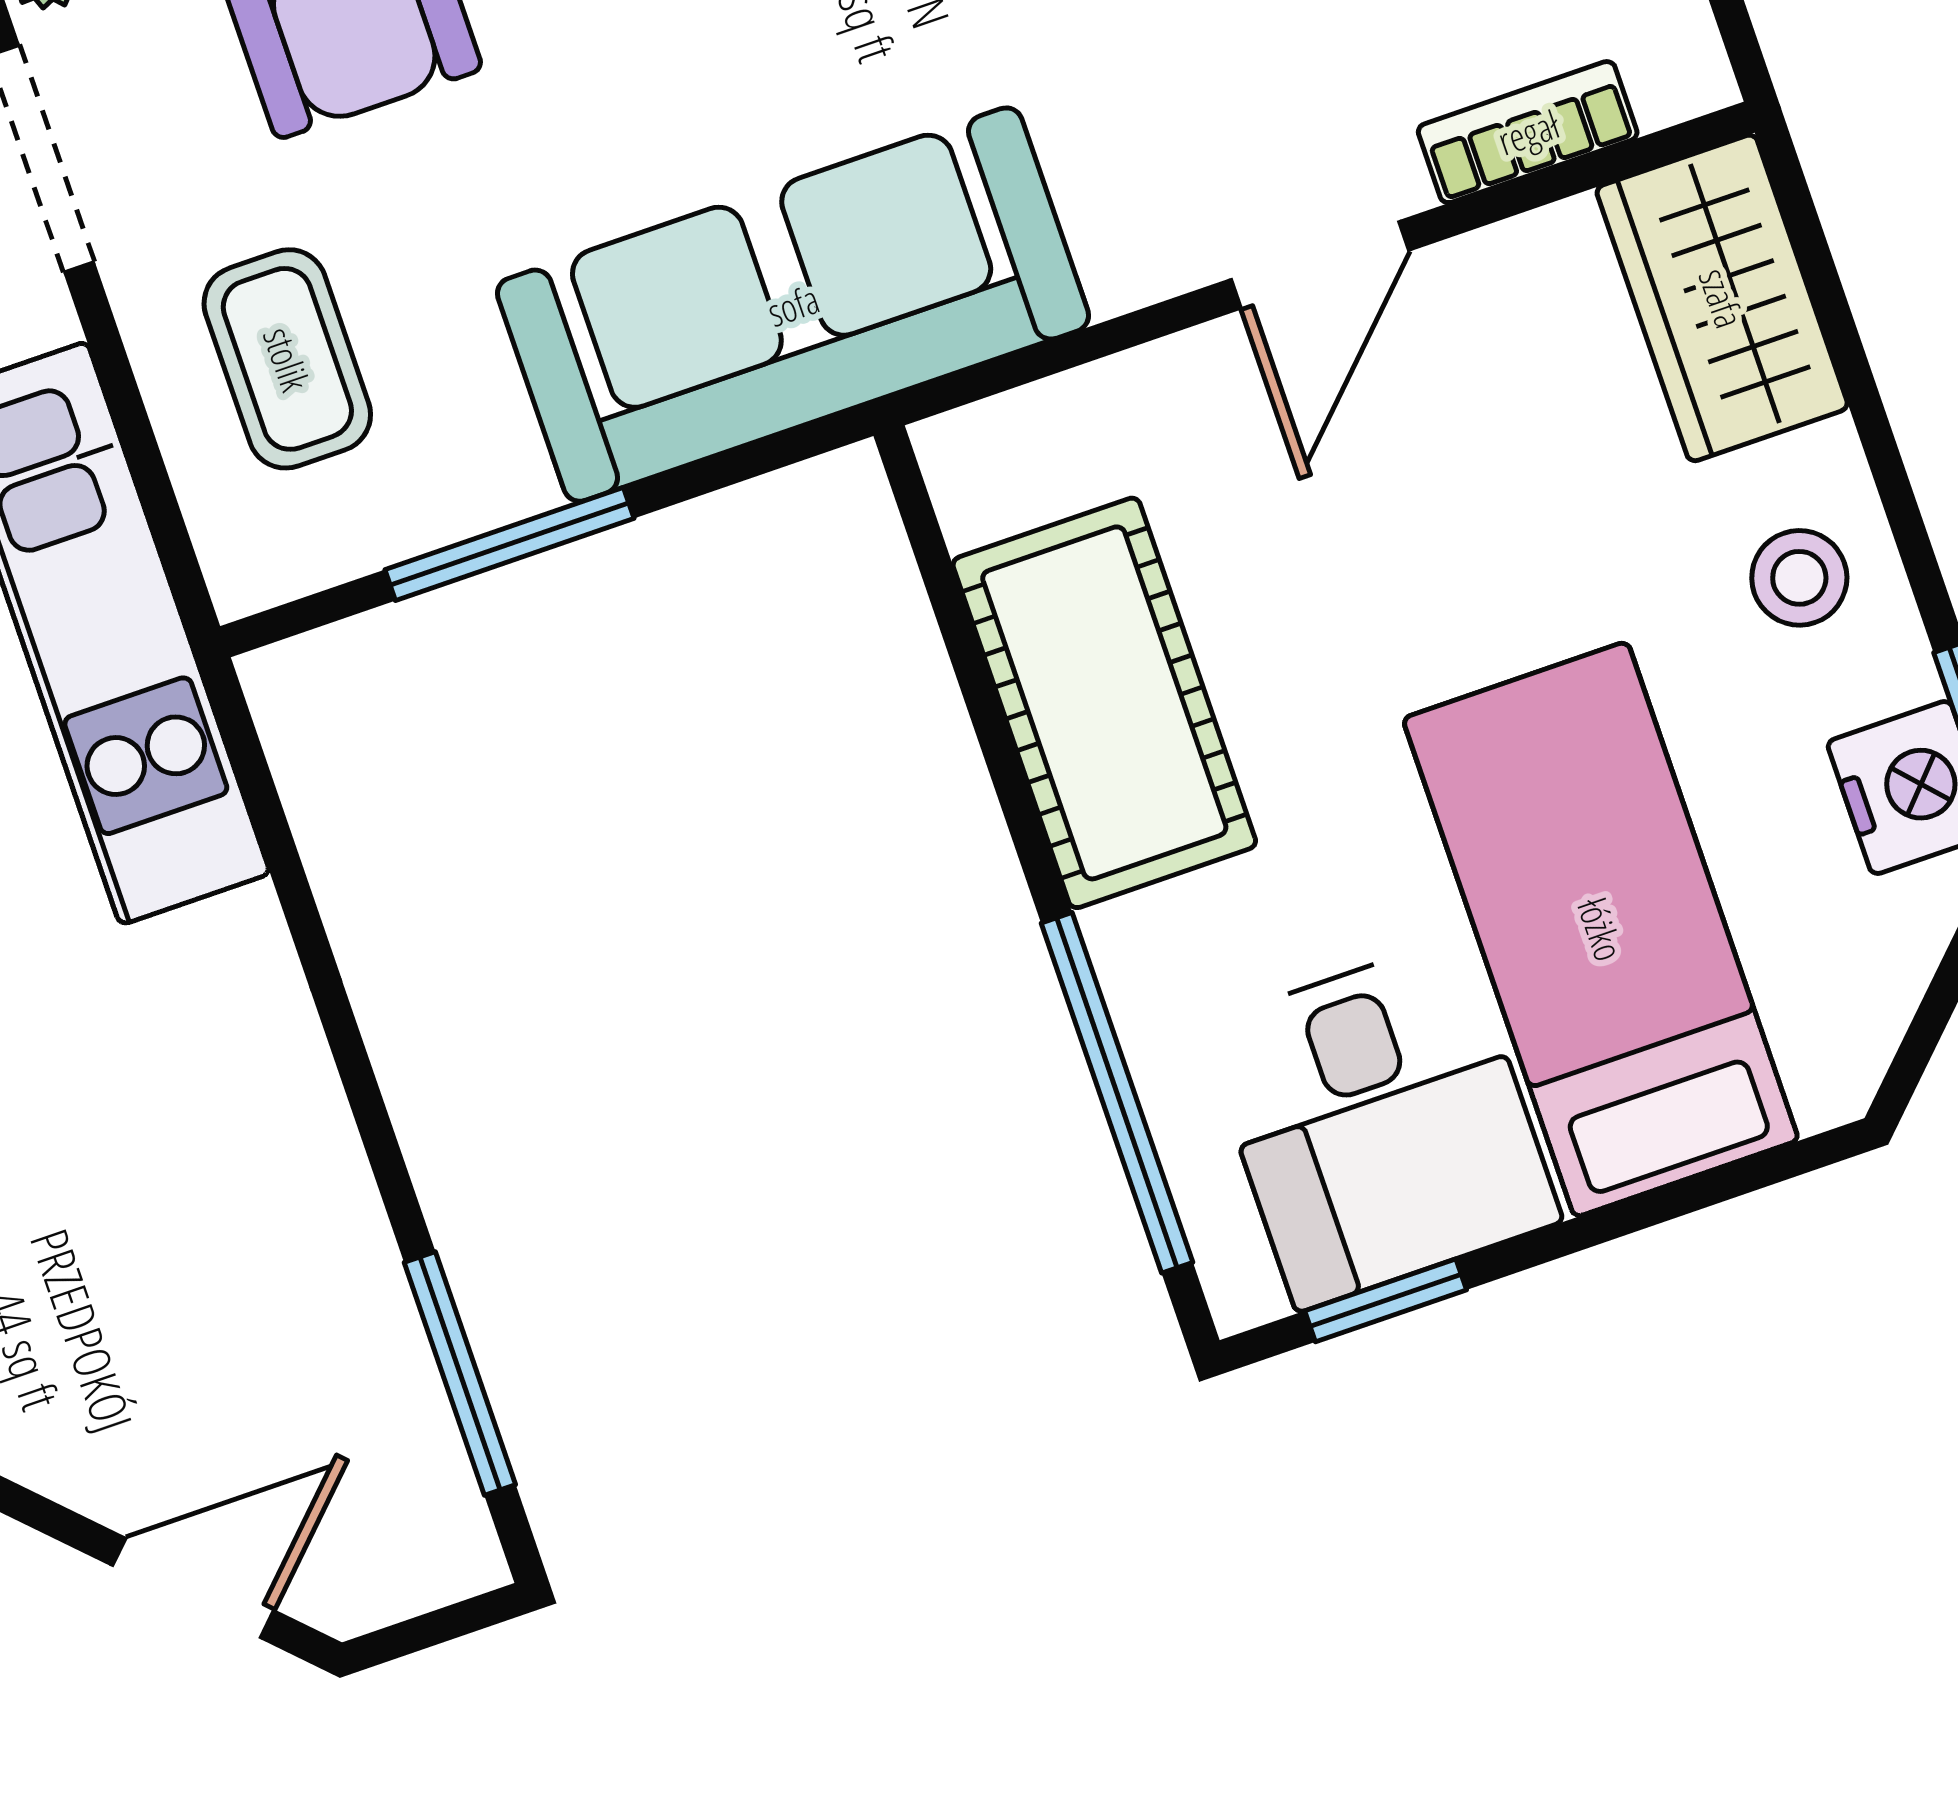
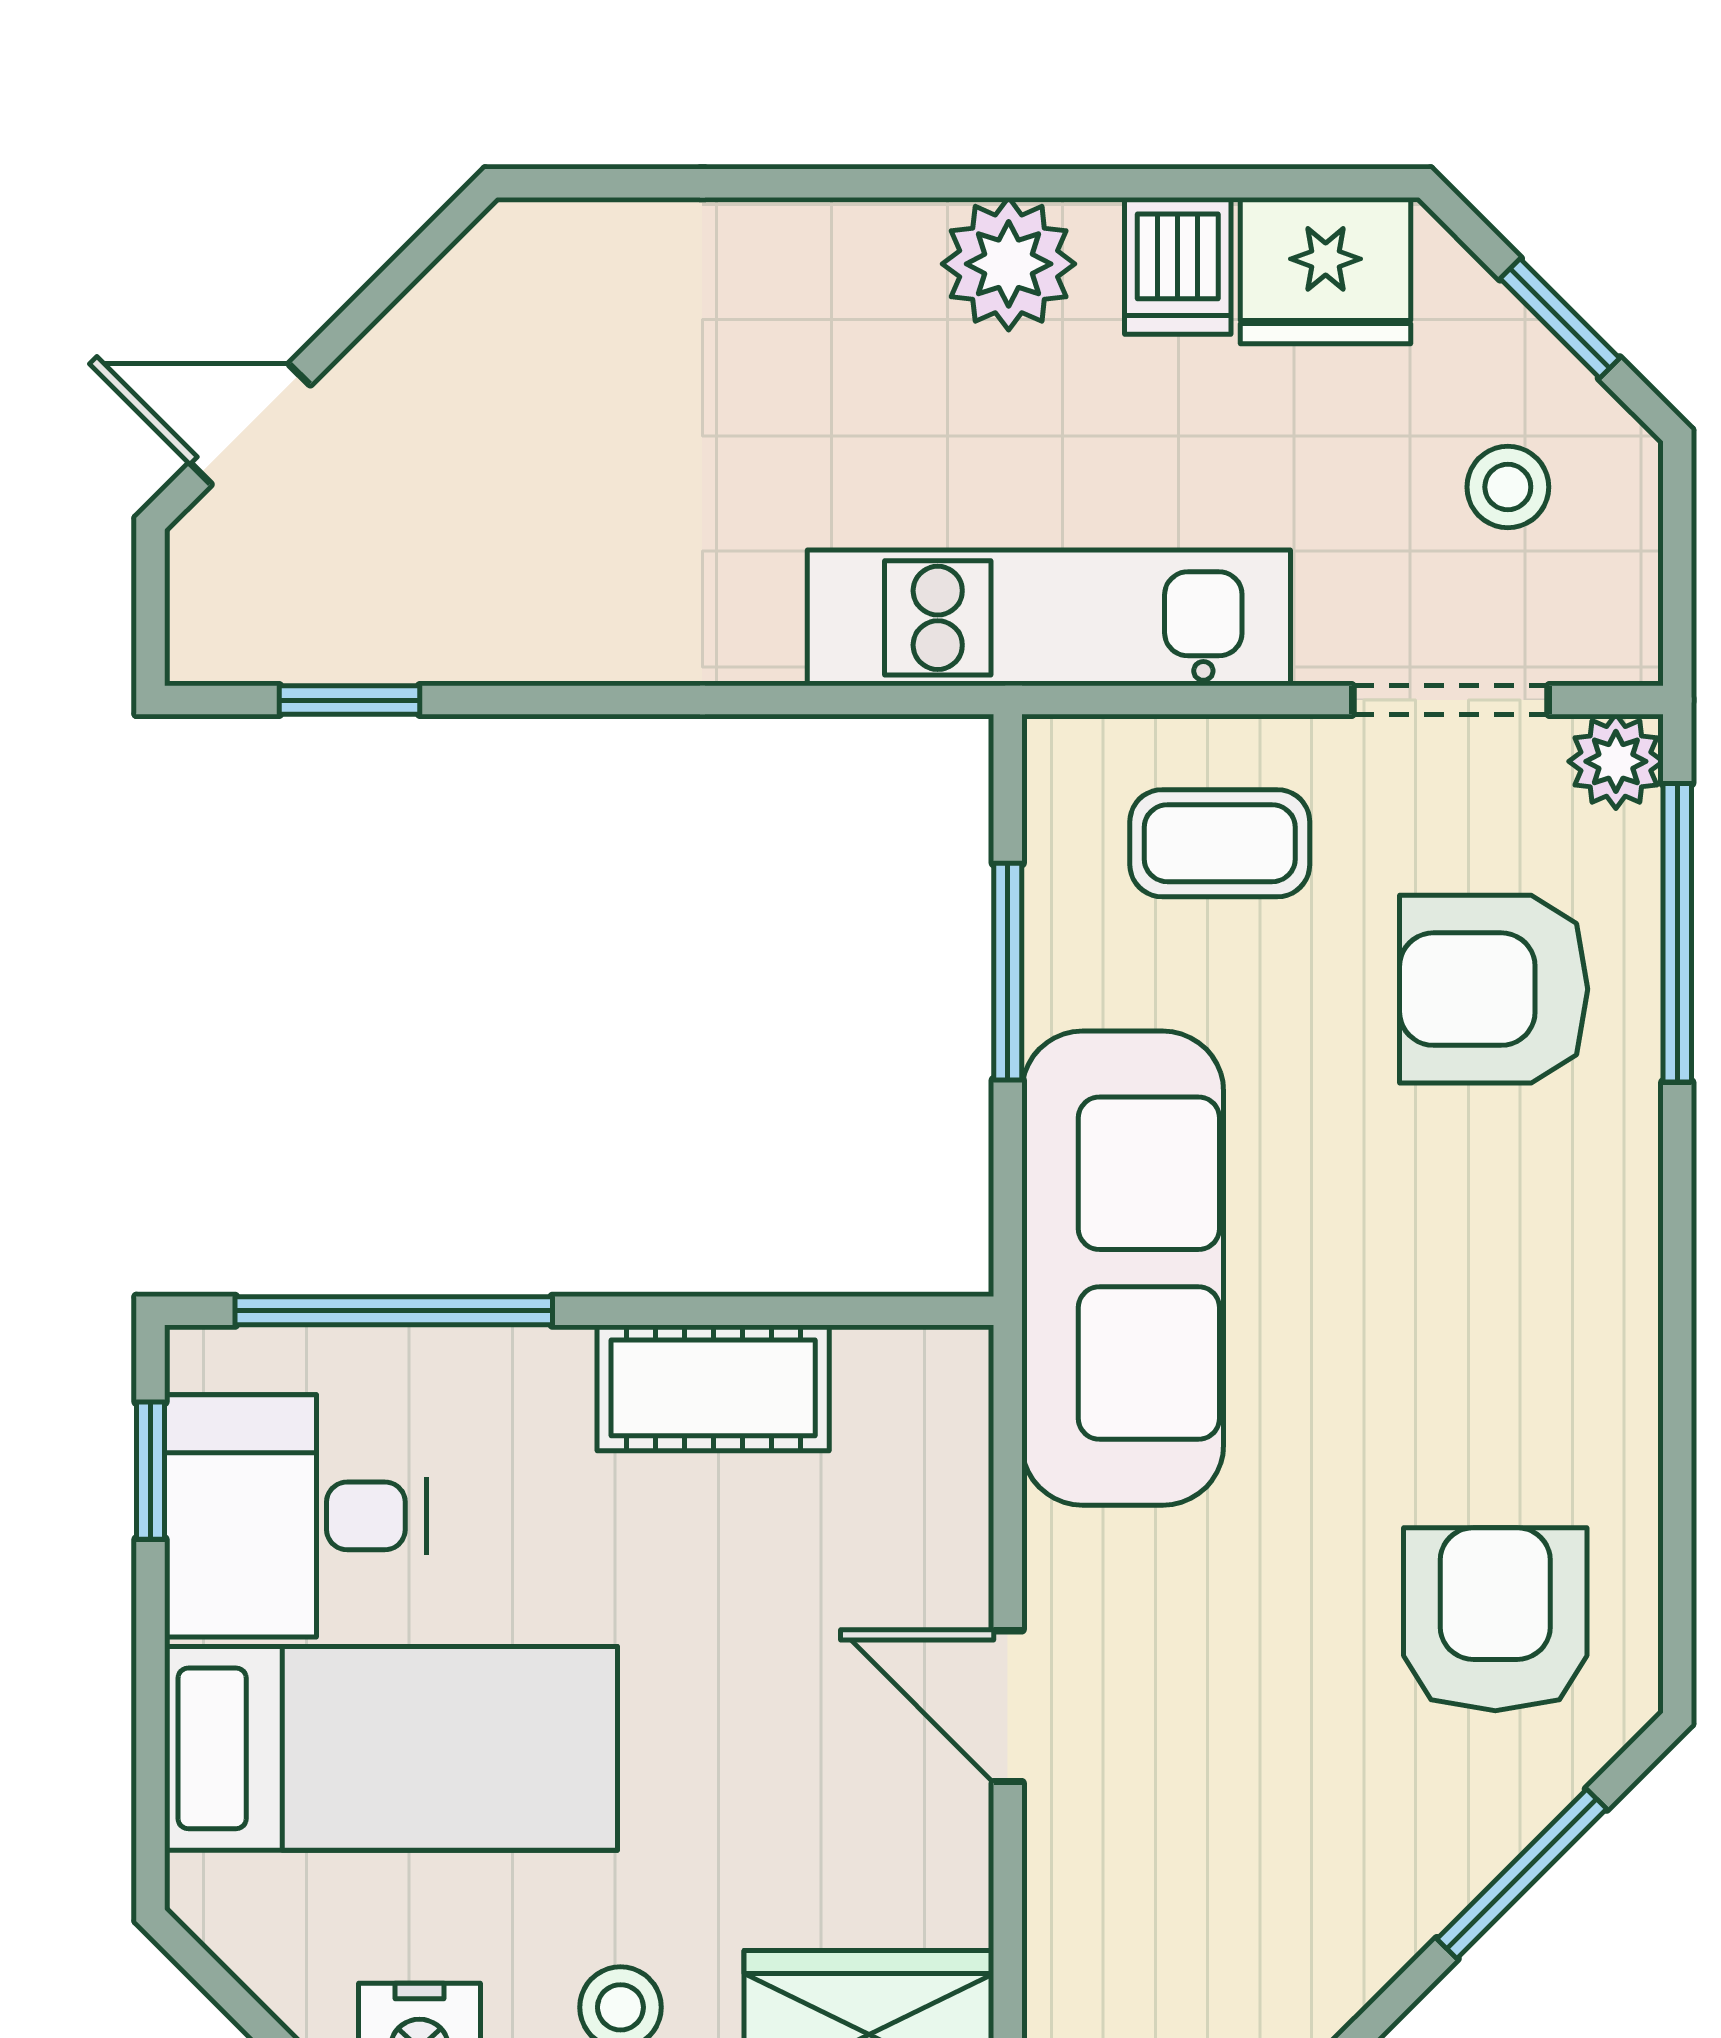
bookcase: (1528, 132) -> (1057, 1912), removed
cot: (1104, 703) -> (713, 1388), width x0.73, depth x0.75
window: (460, 1373) -> (350, 700), width x0.67
door: (193, 1588) -> (250, 424), swing flipped

